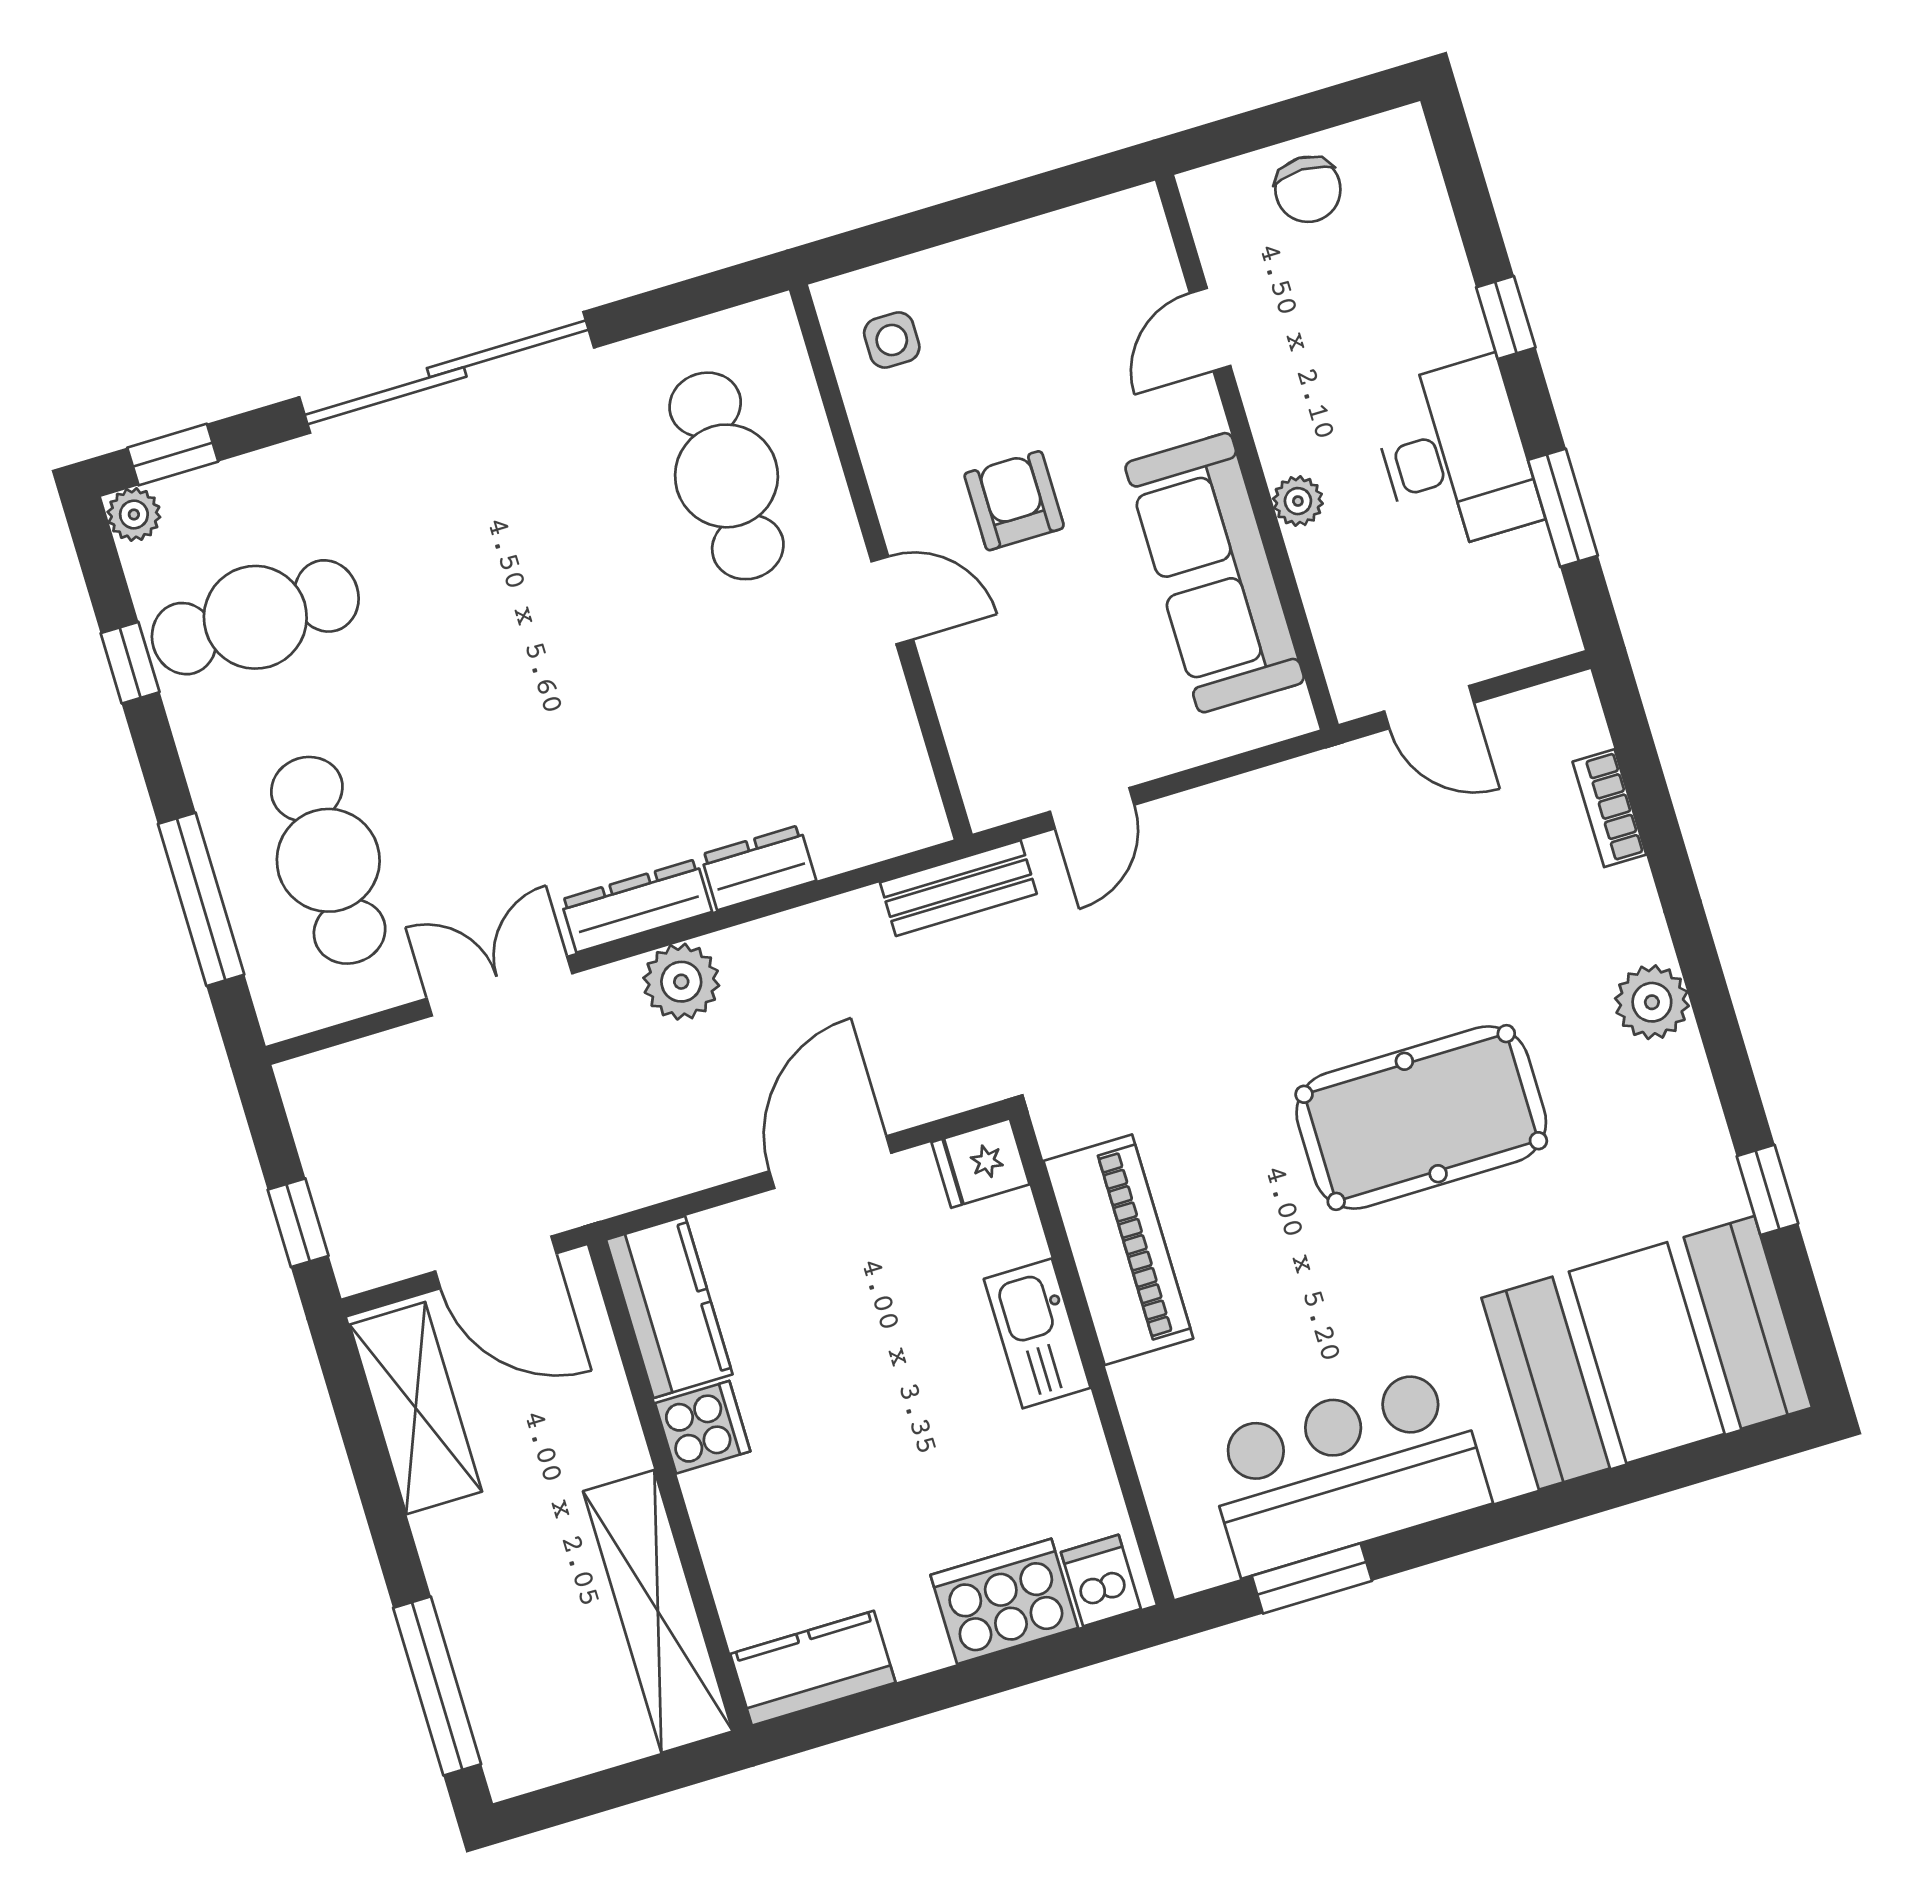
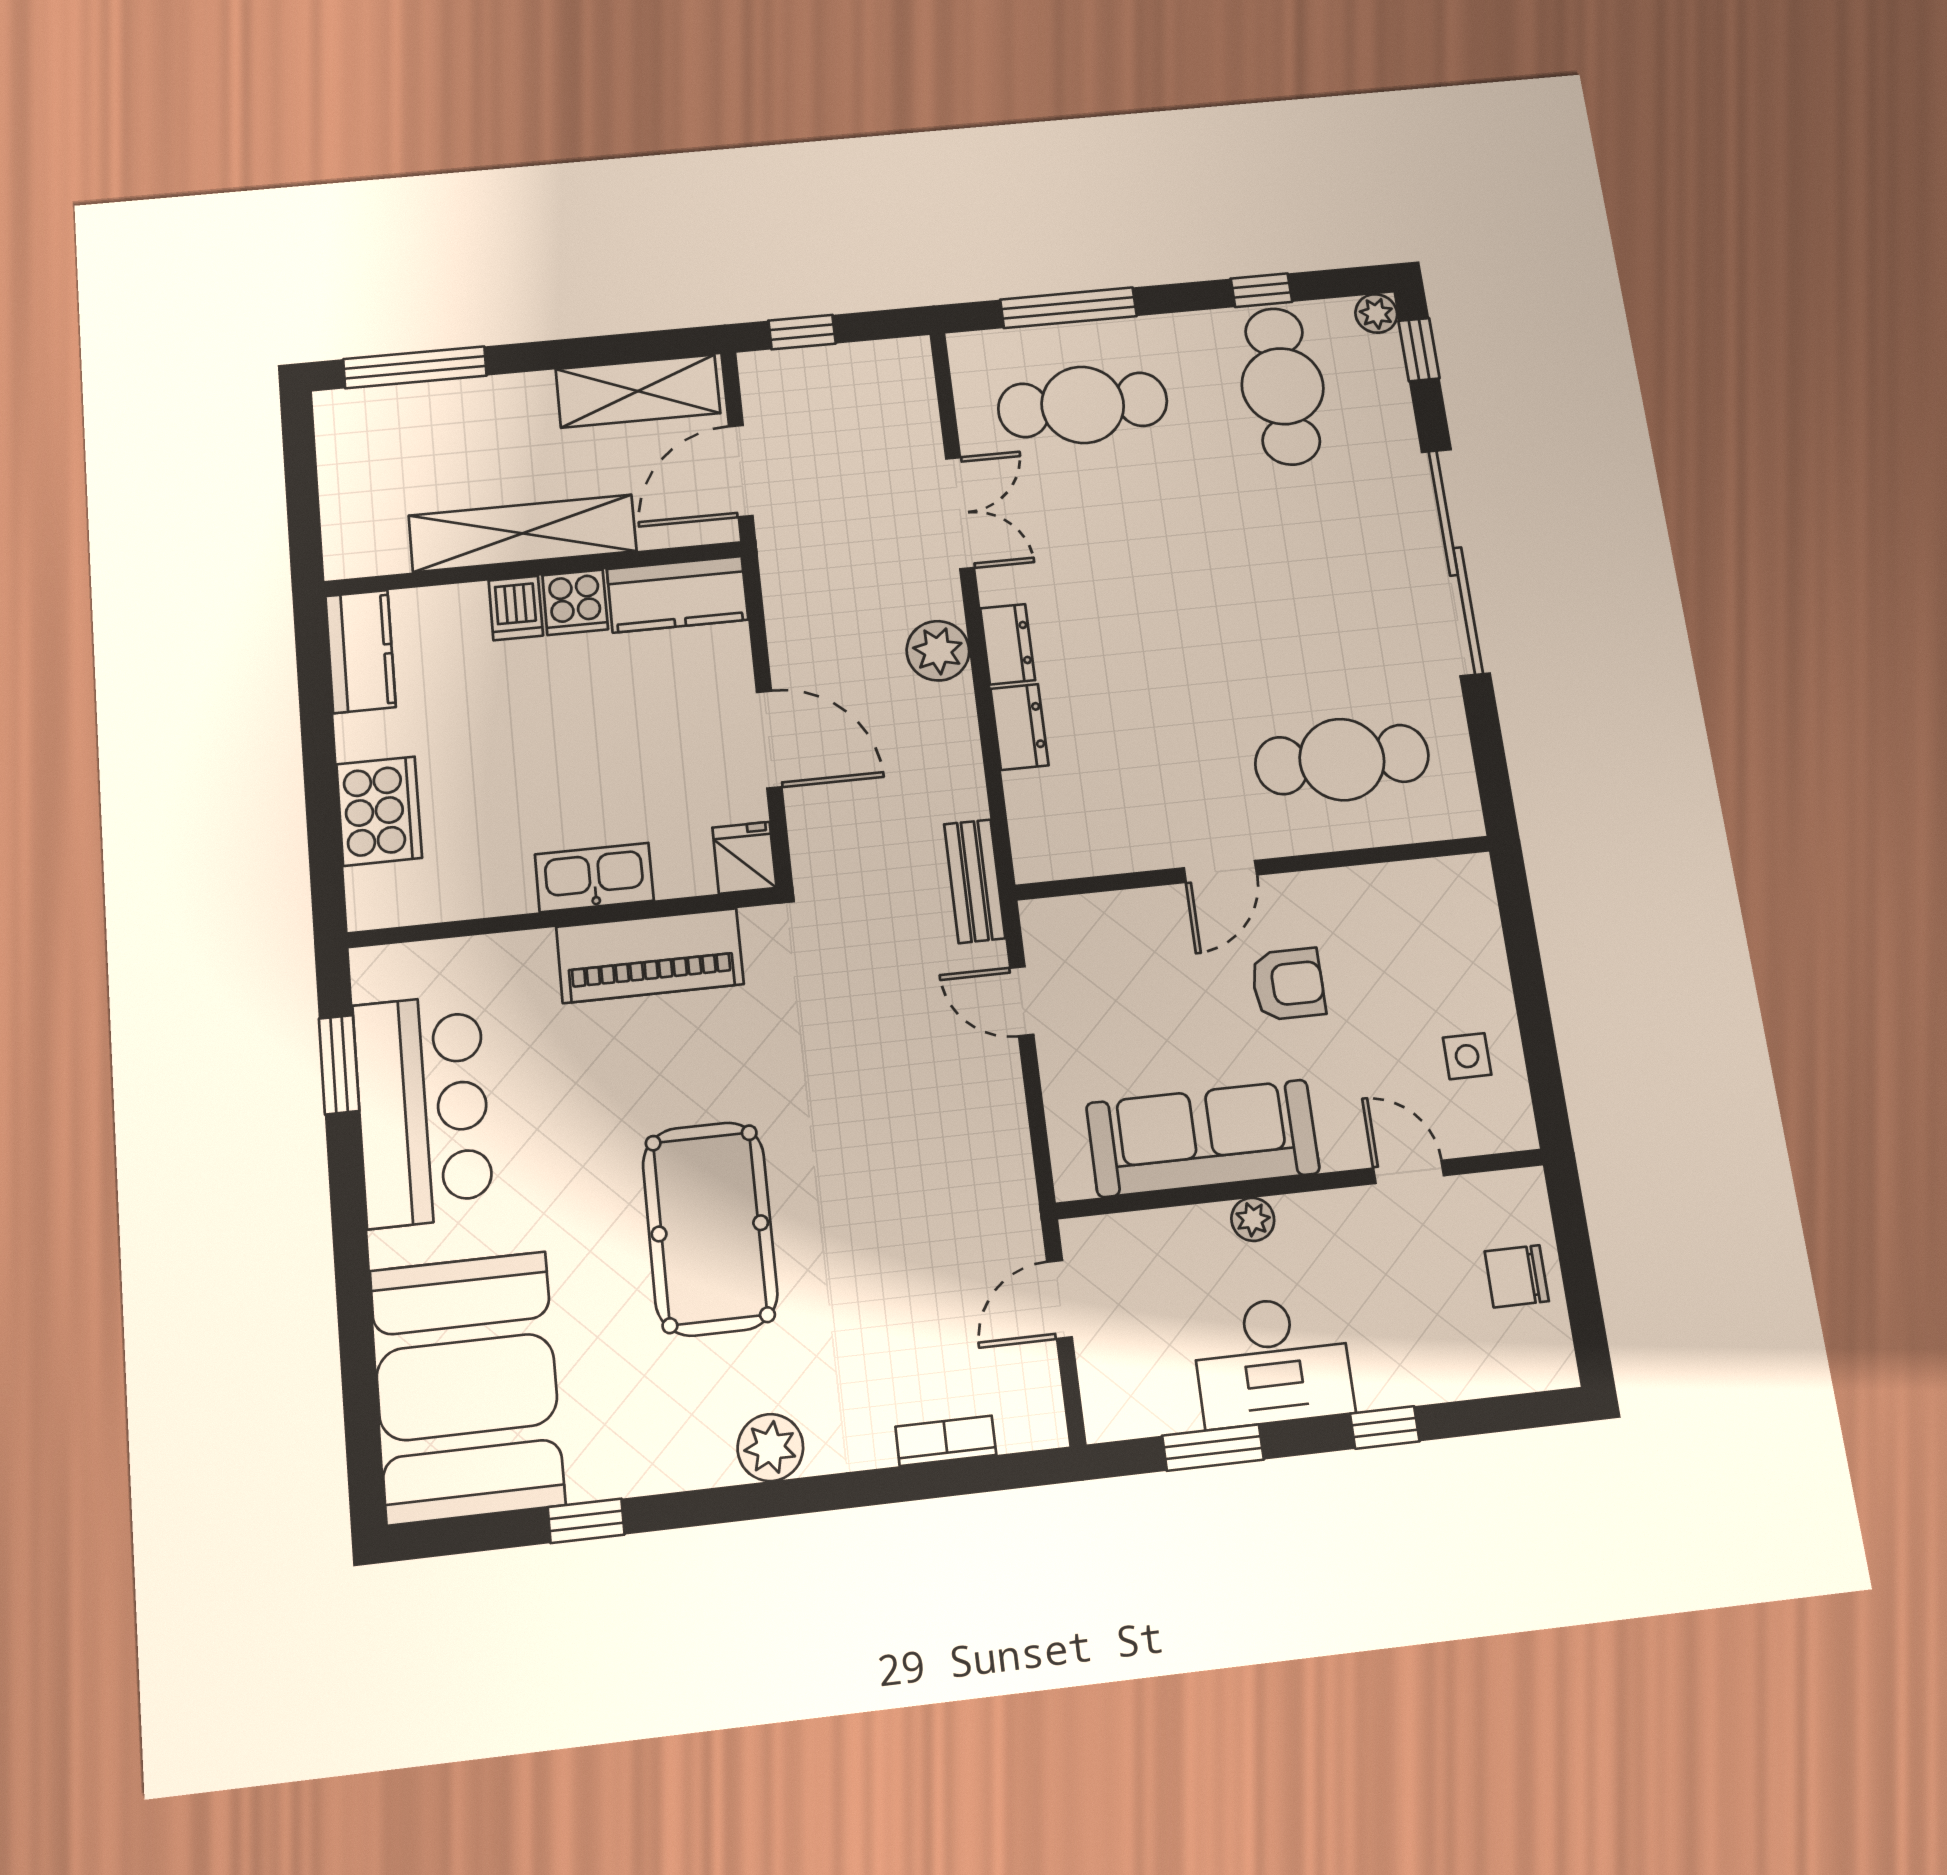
side table: (892, 340) -> (1467, 1056), moved
dresser: (636, 906) -> (1008, 644), width x0.70
dishwasher: (1101, 1581) -> (516, 608), moved, turned 90
shelving: (658, 1611) -> (523, 533), moved

